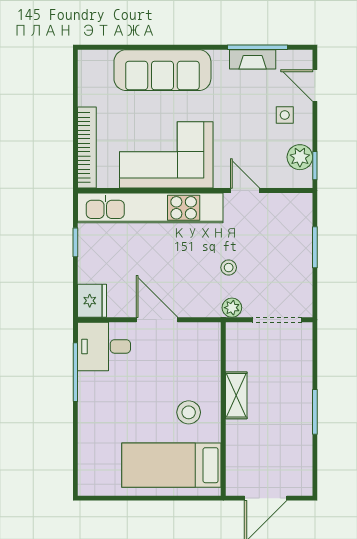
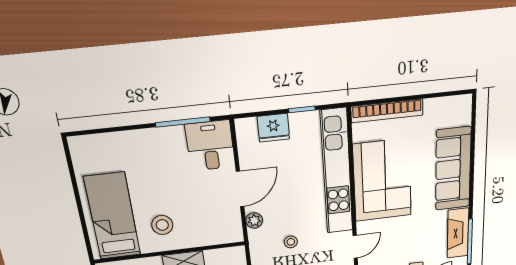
fireplace: (253, 59) -> (458, 233), width x1.37, depth x1.32
fridge: (92, 301) -> (273, 128), moved
plant: (232, 308) -> (254, 220), moved

